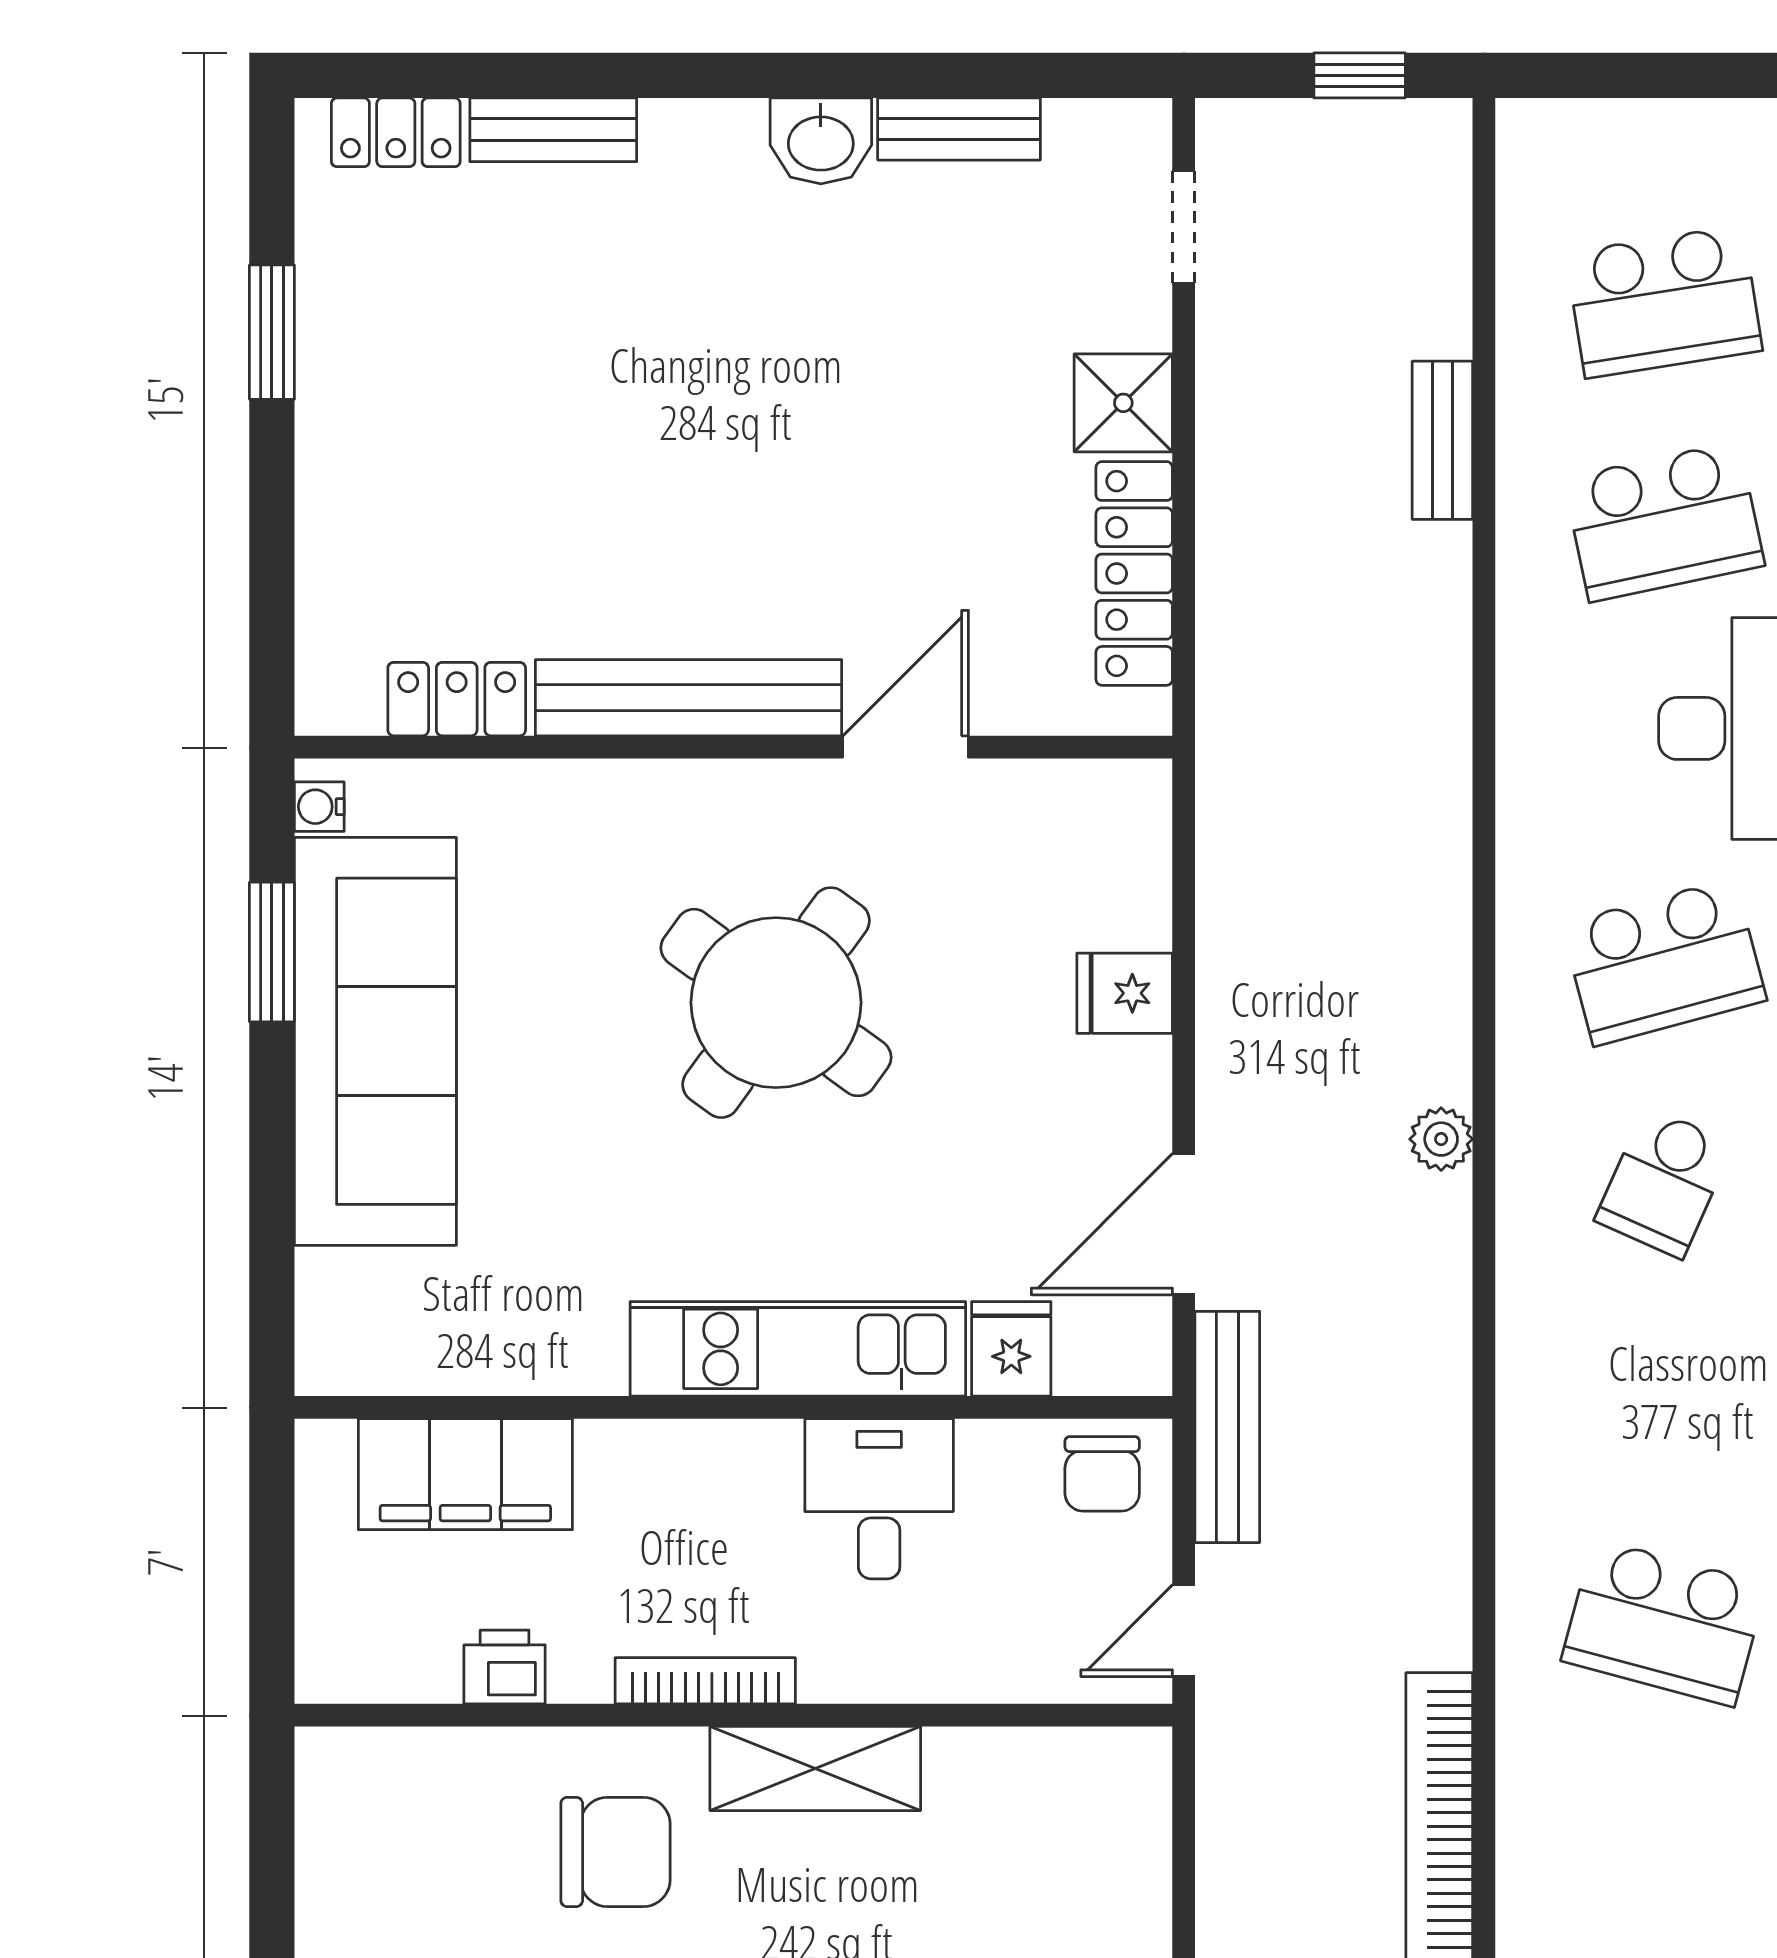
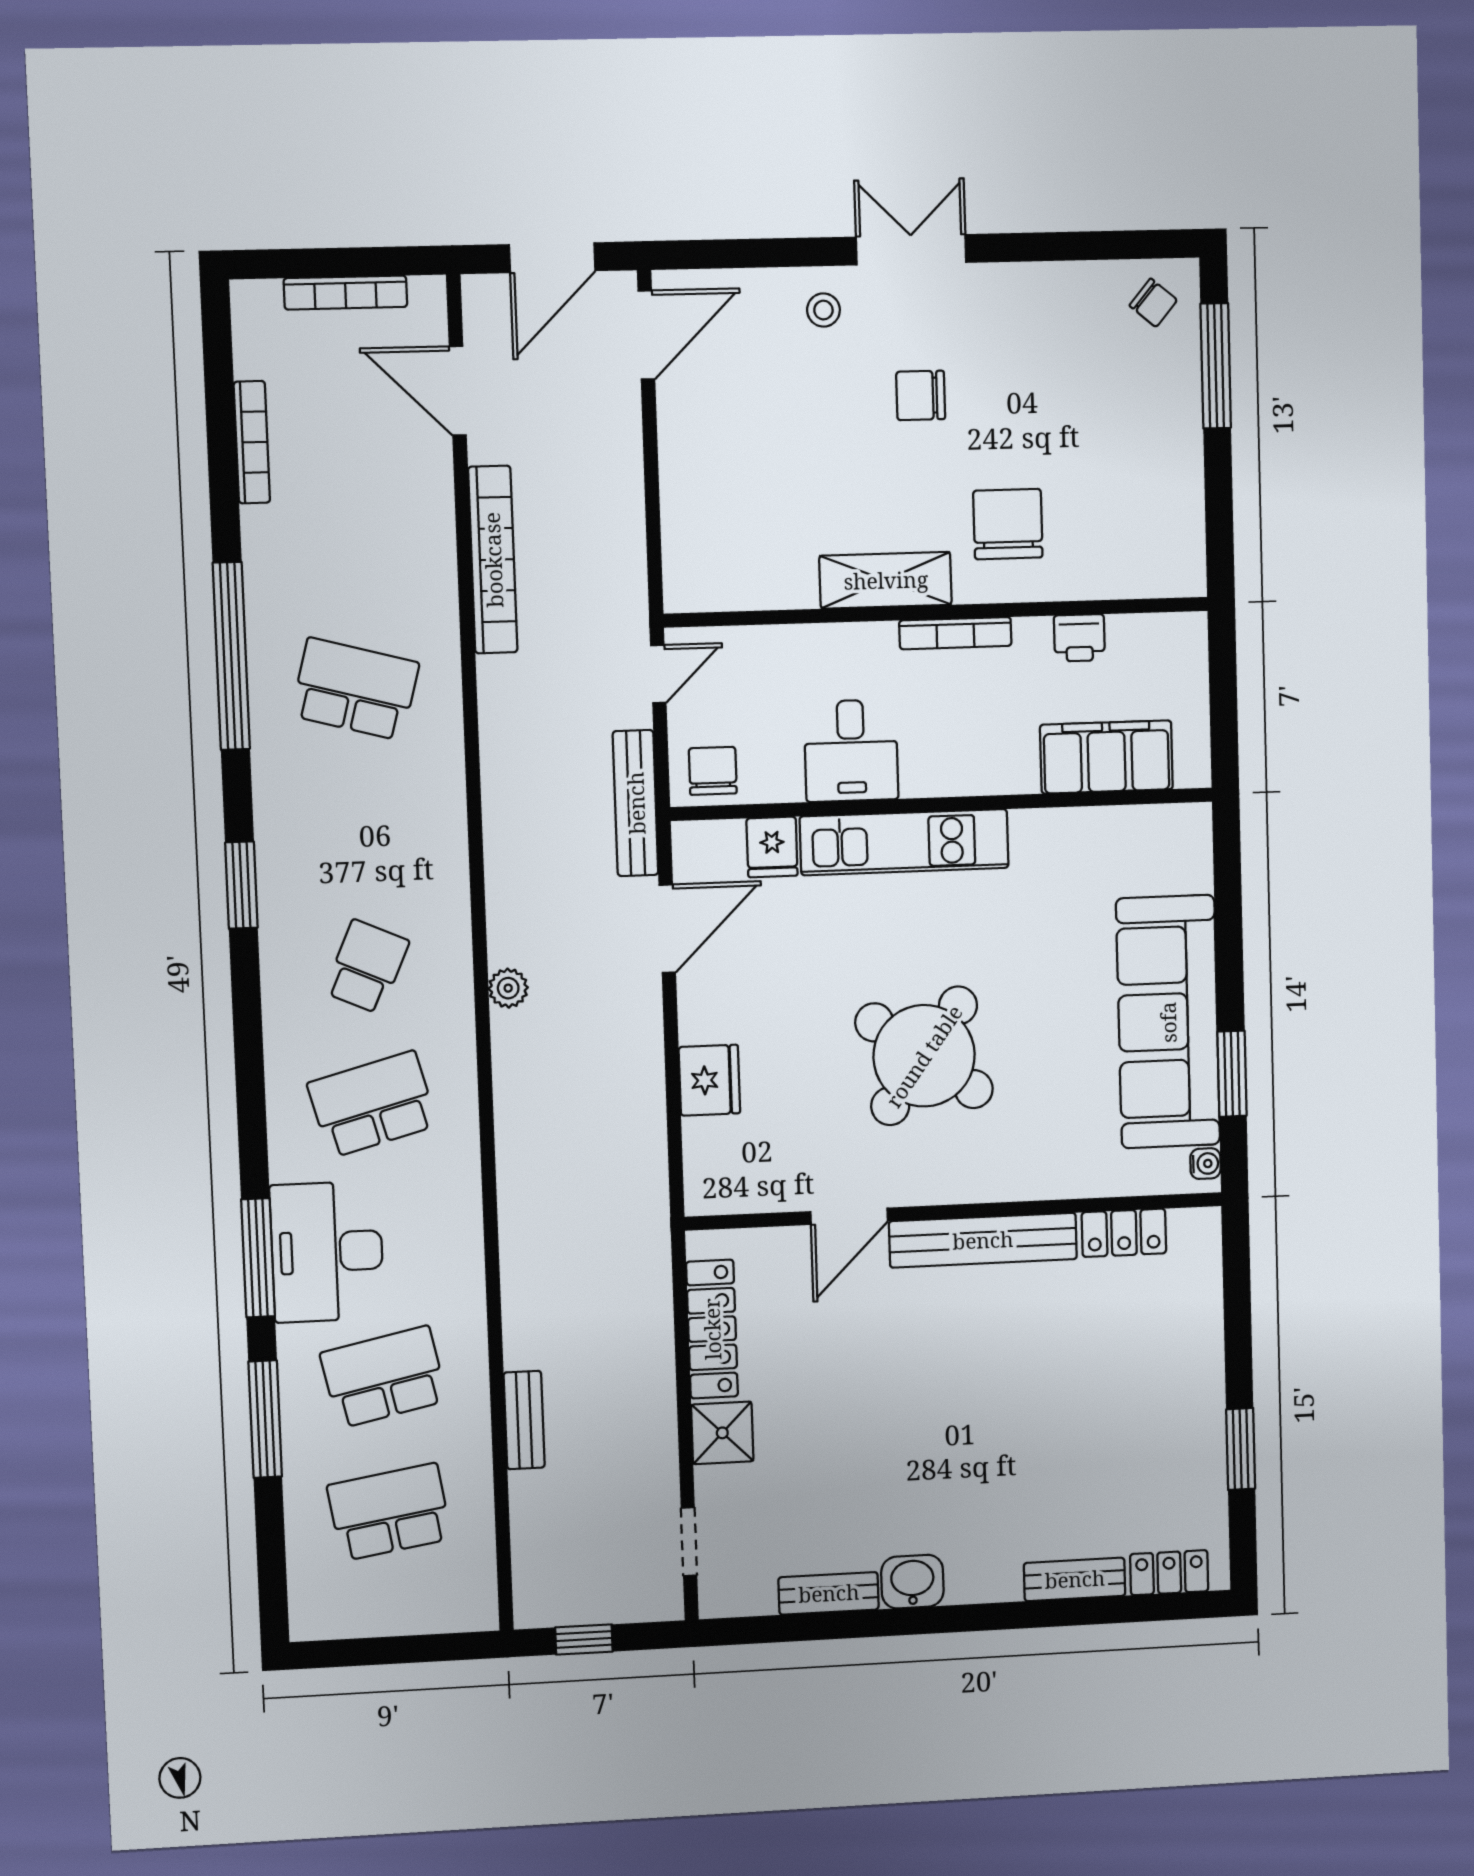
fridge: (1125, 993) -> (709, 1080), width x1.38
chair: (615, 1852) -> (1008, 524), turned 90

